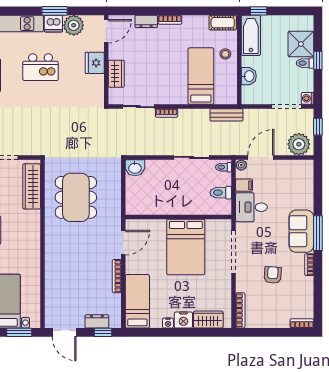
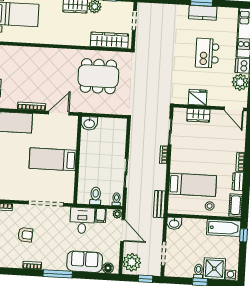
dresser: (146, 21) -> (238, 182), moved
fridge: (95, 63) -> (198, 97), moved
washbasin: (249, 76) -> (174, 223), moved
washing machine: (308, 98) -> (230, 275), moved
washbasin: (135, 168) -> (89, 123), moved, turned -90
floor lamp: (307, 173) -> (108, 268), added
sofa: (301, 231) -> (85, 262), moved
door: (123, 243) -> (59, 113), swing flipped
bed: (186, 247) -> (53, 159), width x0.67

